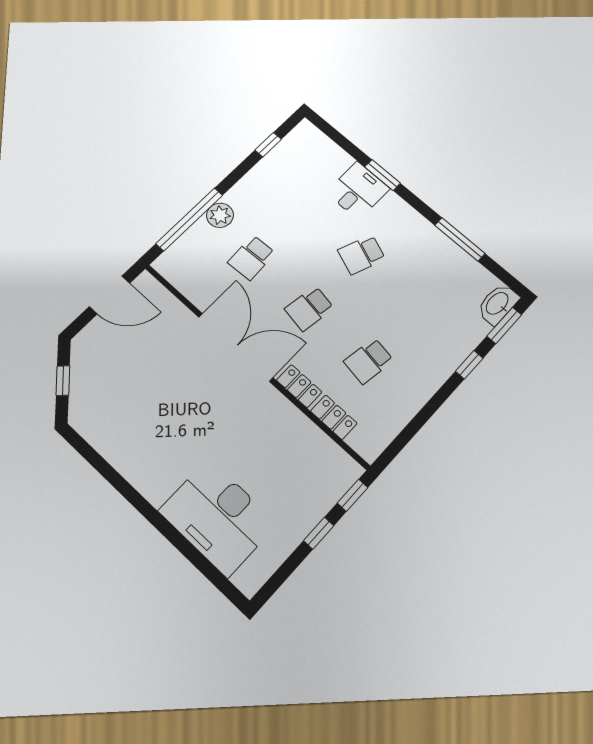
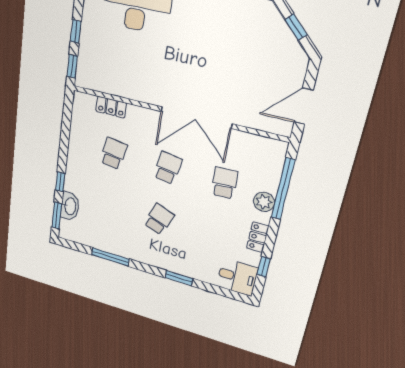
desk: (358, 191) -> (237, 277), moved, turned -90
washbasin: (498, 304) -> (70, 206), moved
locker: (299, 386) -> (258, 237), moved, turned 90

